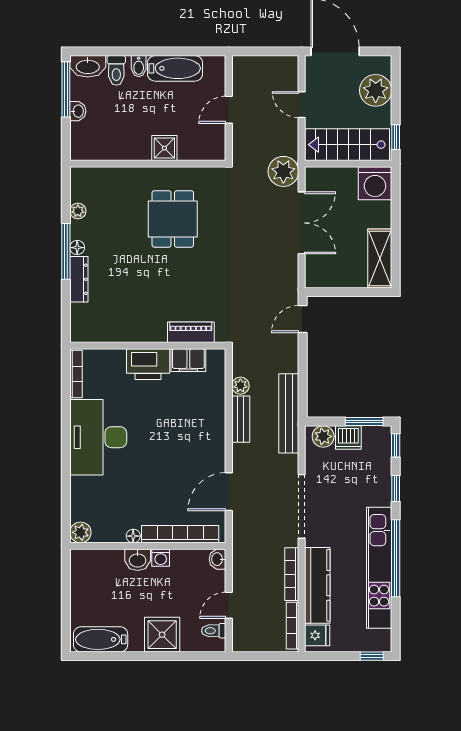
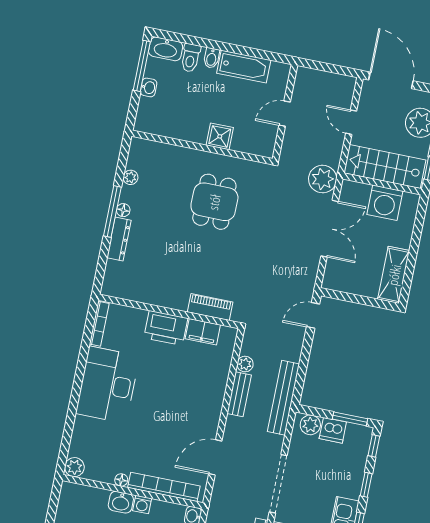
washing machine: (375, 183) -> (385, 203), moved

